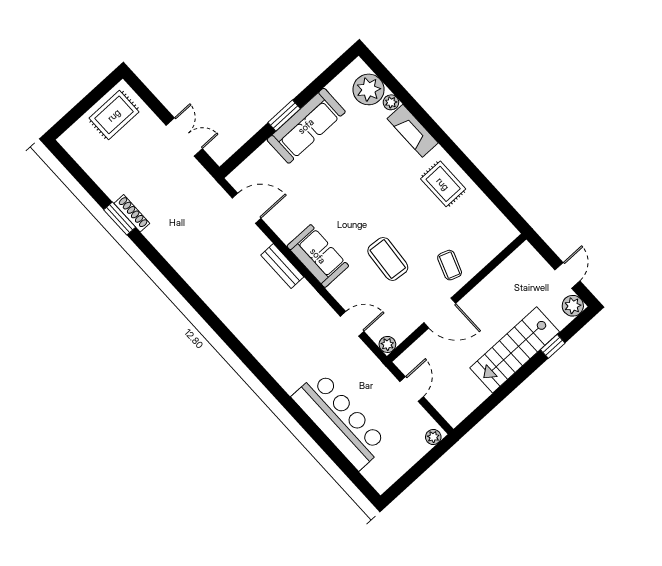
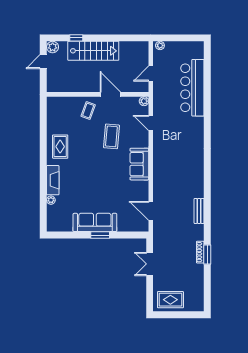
plant: (369, 89) -> (55, 214), removed
bench: (282, 266) -> (199, 211), moved

